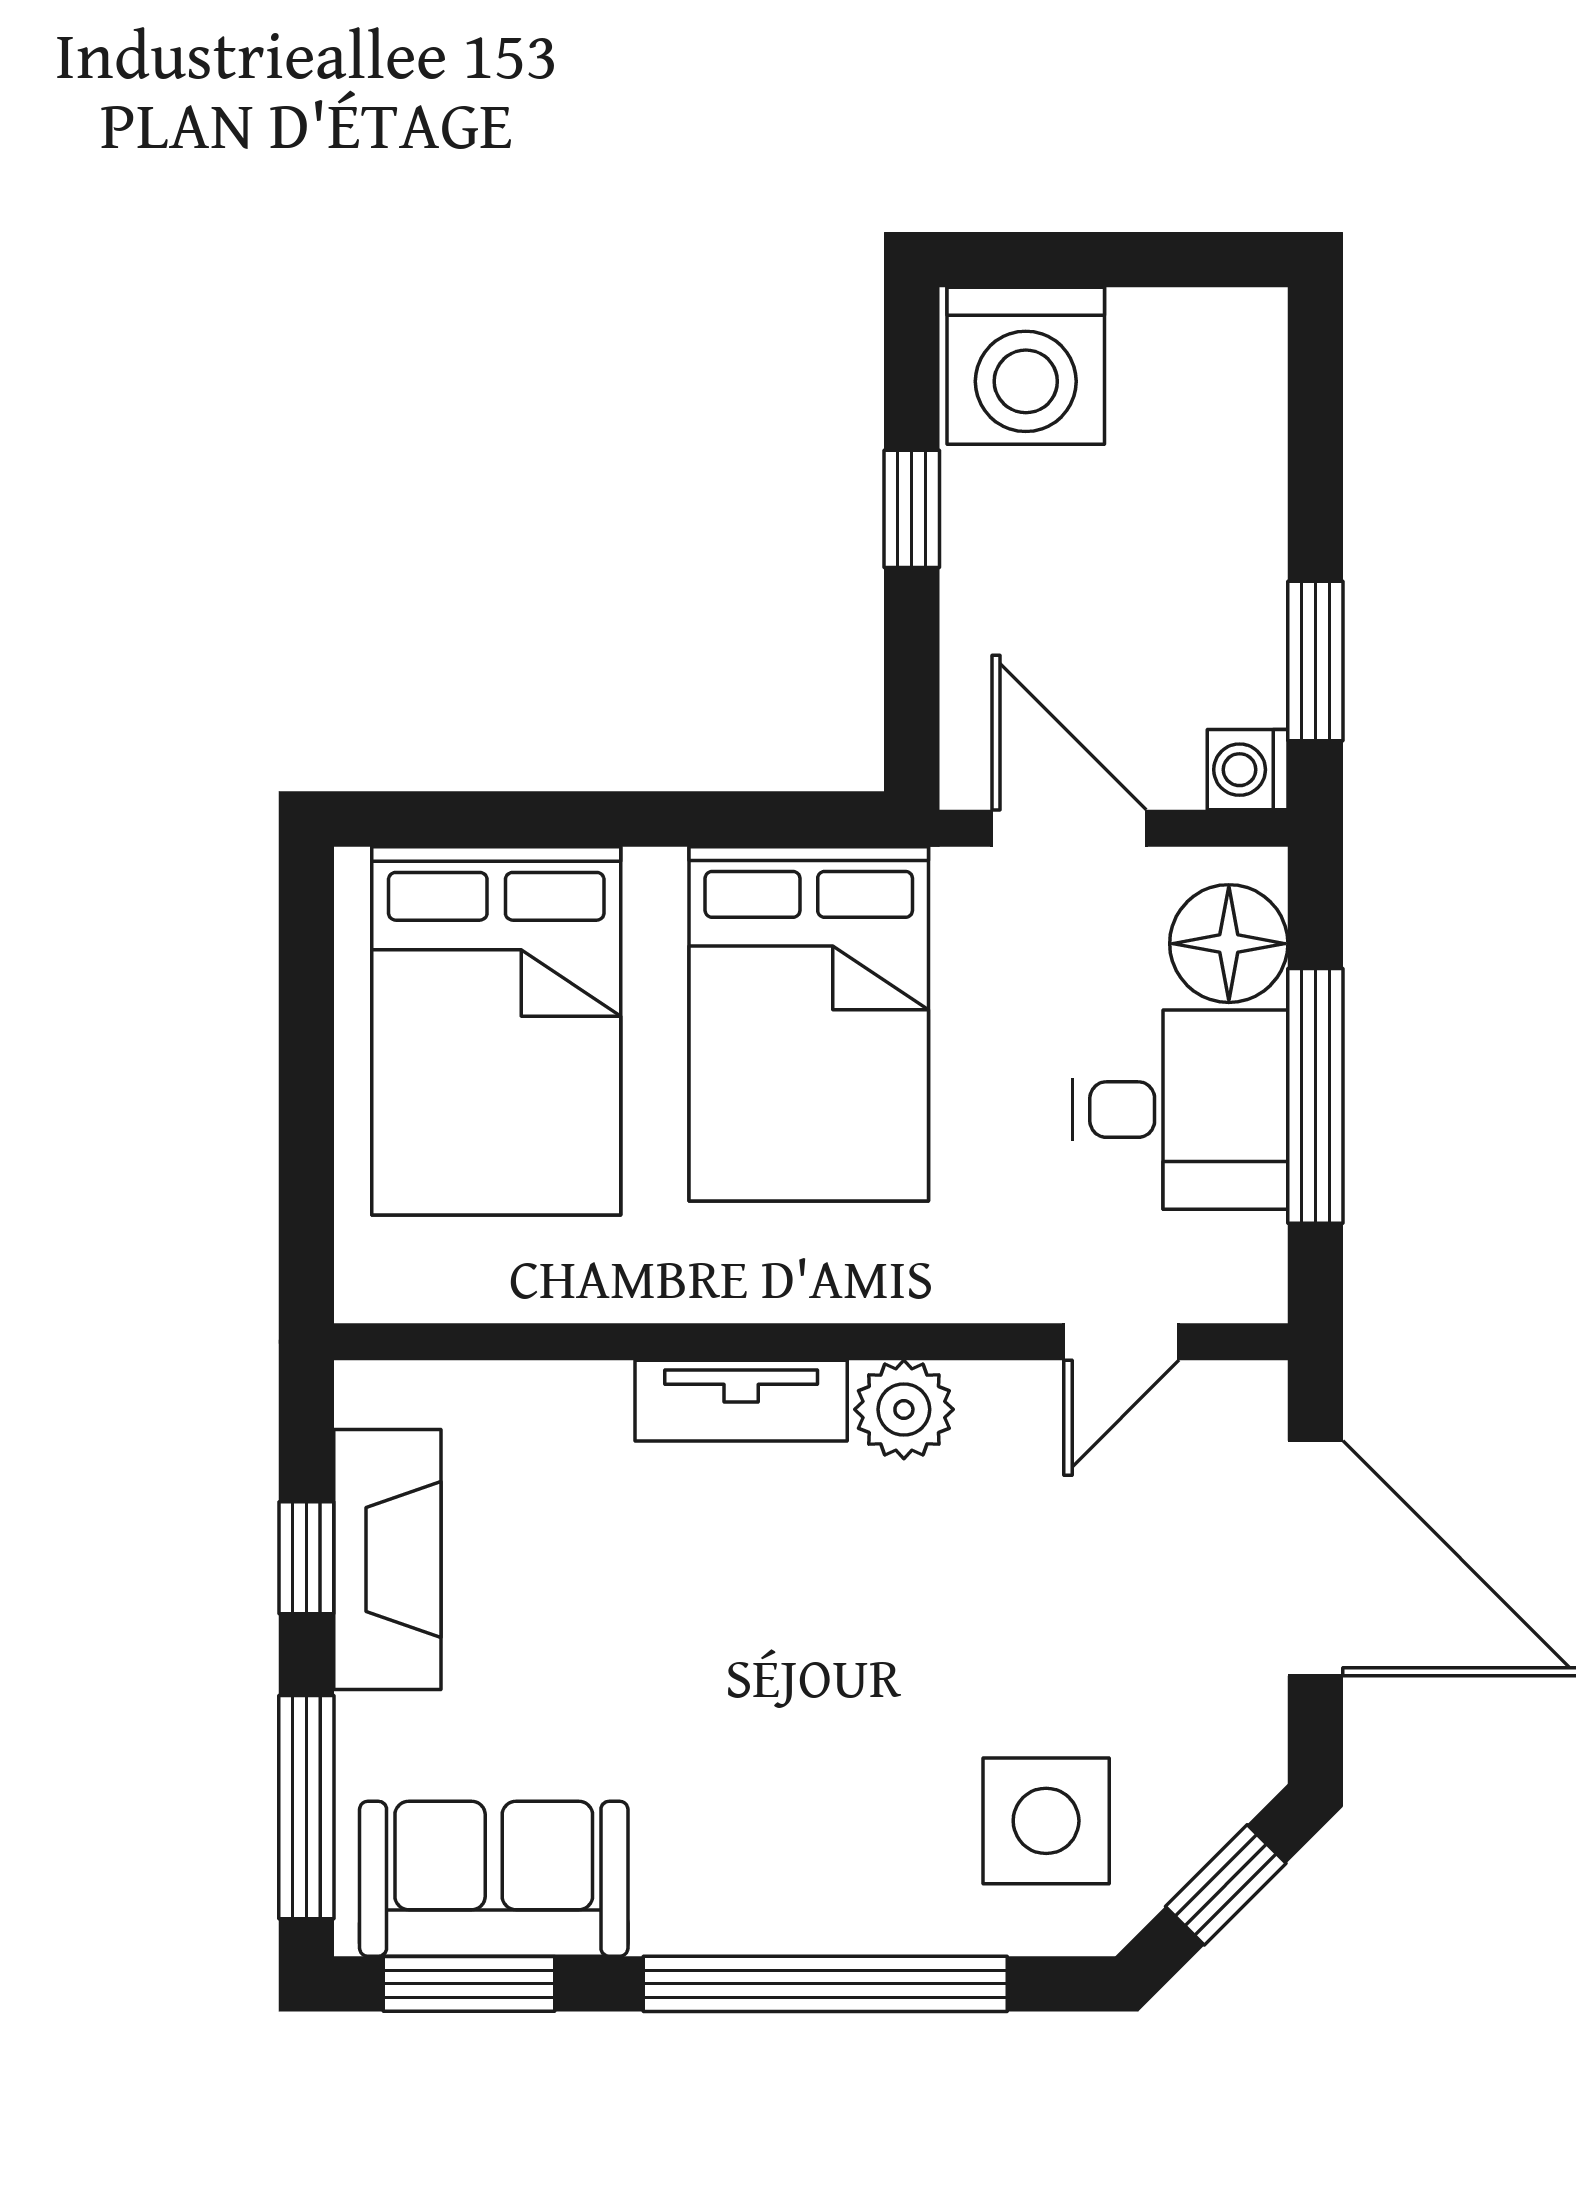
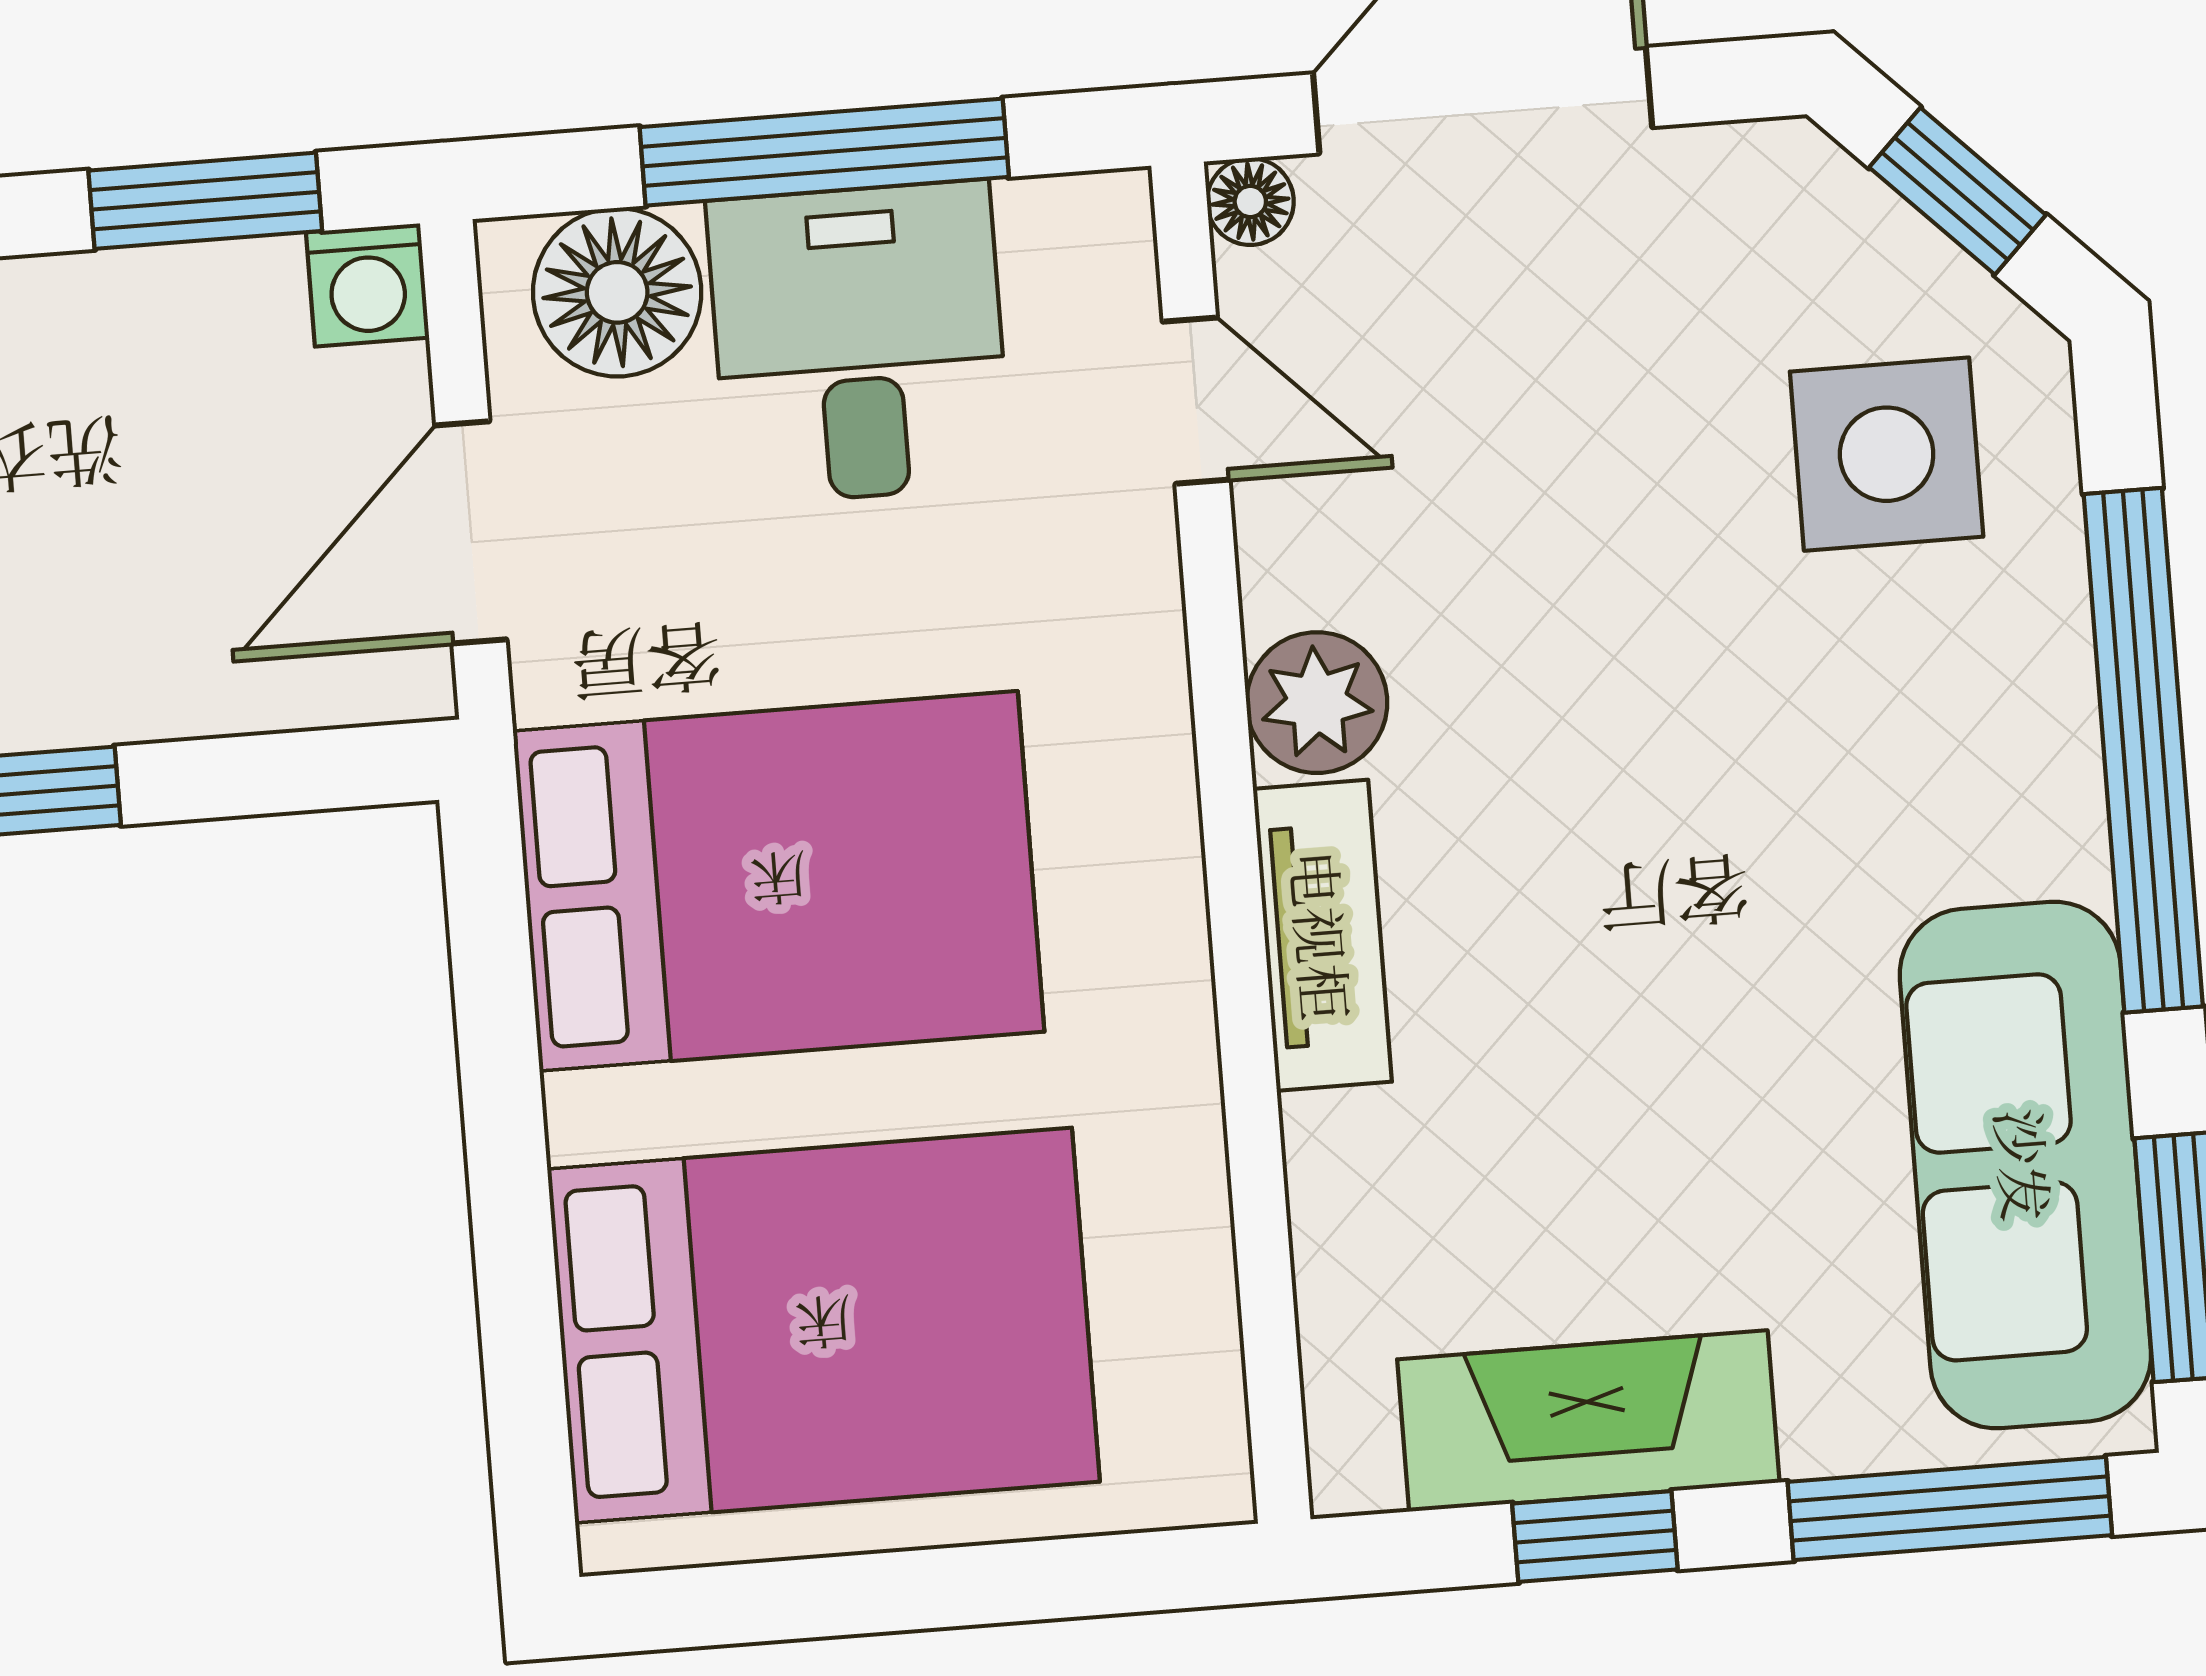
floor lamp: (1257, 1391) -> (1250, 202), added
sofa: (494, 1879) -> (2025, 1165), width x1.36

